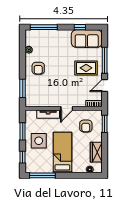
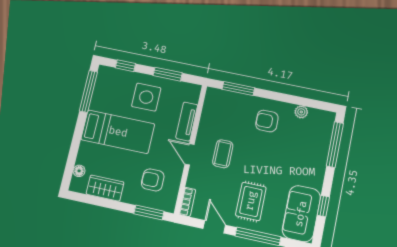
coffee table: (62, 89) -> (223, 154), added

